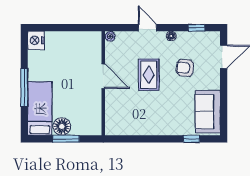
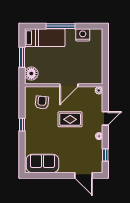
nightstand: (36, 40) -> (83, 35), moved
armchair: (185, 68) -> (42, 102), moved
floor lamp: (62, 127) -> (31, 74), moved
window: (191, 139) -> (22, 125), moved

